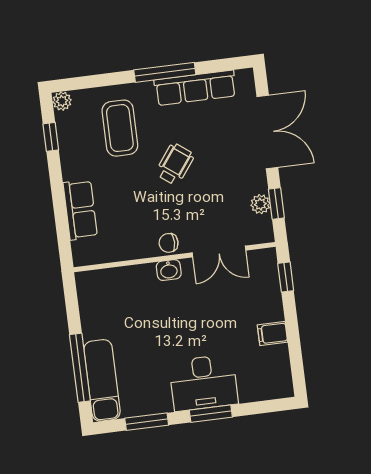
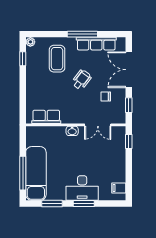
double door: (267, 132) -> (129, 70), swing flipped
plant: (260, 204) -> (121, 104), removed
row of seats: (80, 210) -> (46, 117), moved, turned -90
chair: (169, 243) -> (106, 97), moved
filing cabinet: (272, 334) -> (119, 188), moved
exam couch: (102, 380) -> (36, 173), width x1.36, depth x1.45

